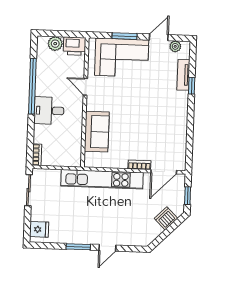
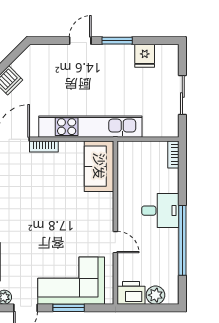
sofa: (97, 132) -> (99, 166), moved
sliding door: (29, 190) -> (182, 95), moved
fridge: (39, 229) -> (145, 56), moved, turned -90

